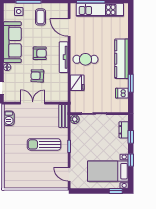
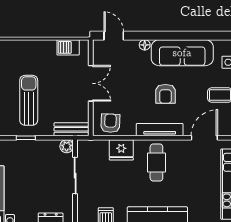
armchair: (37, 76) -> (110, 123), moved

